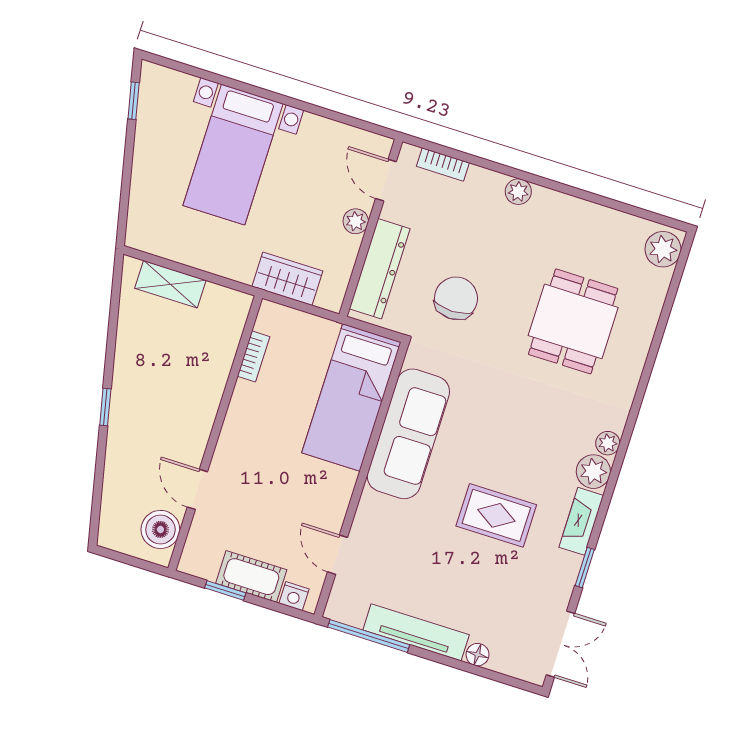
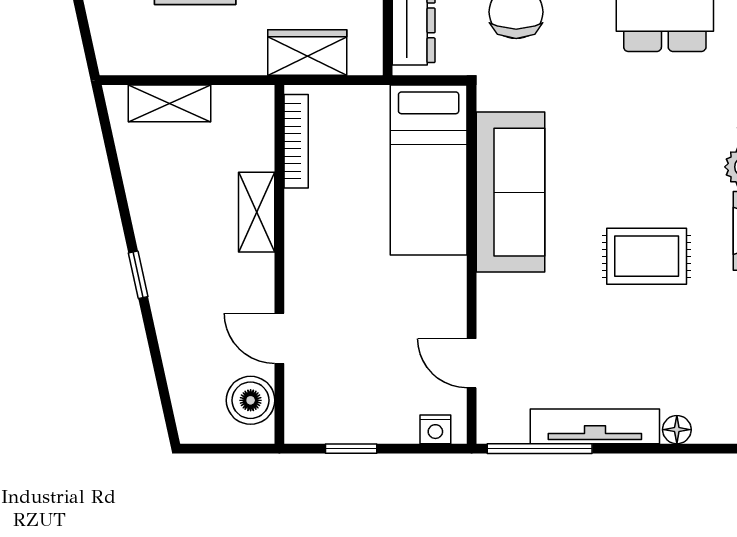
bookcase: (254, 356) -> (296, 141), width x1.56
shelving: (210, 388) -> (257, 212), added
cot: (251, 577) -> (377, 422), removed

